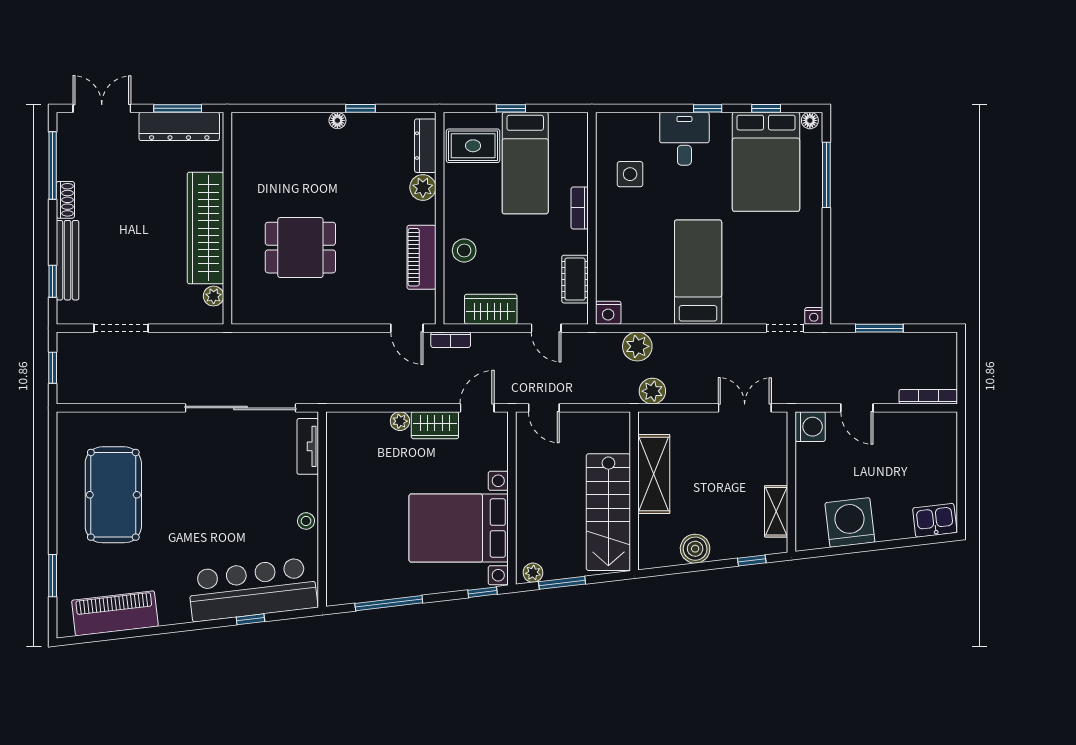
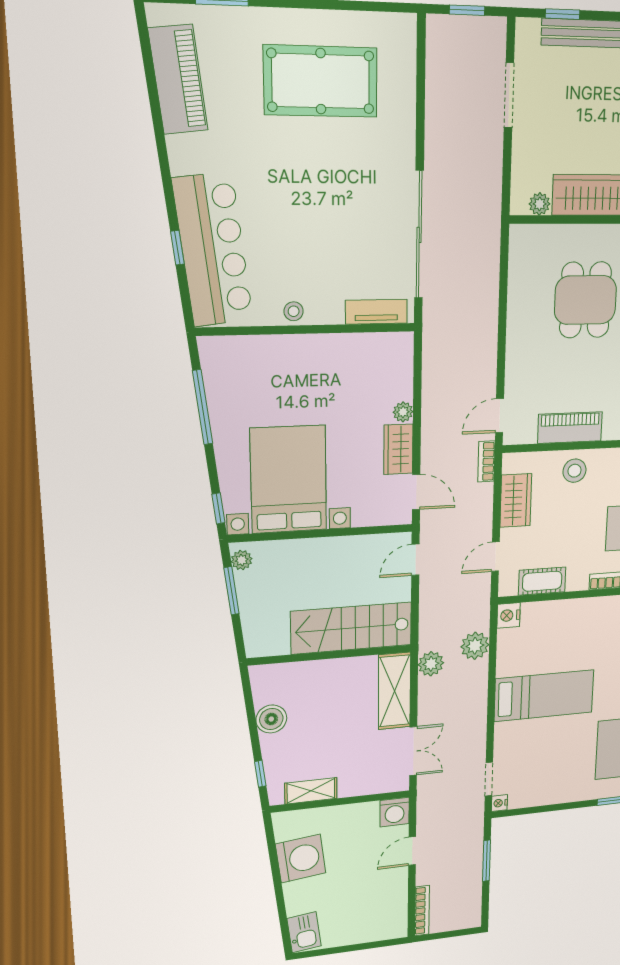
shelving: (654, 474) -> (394, 691), moved, turned 90
stairs: (608, 512) -> (352, 628), moved

